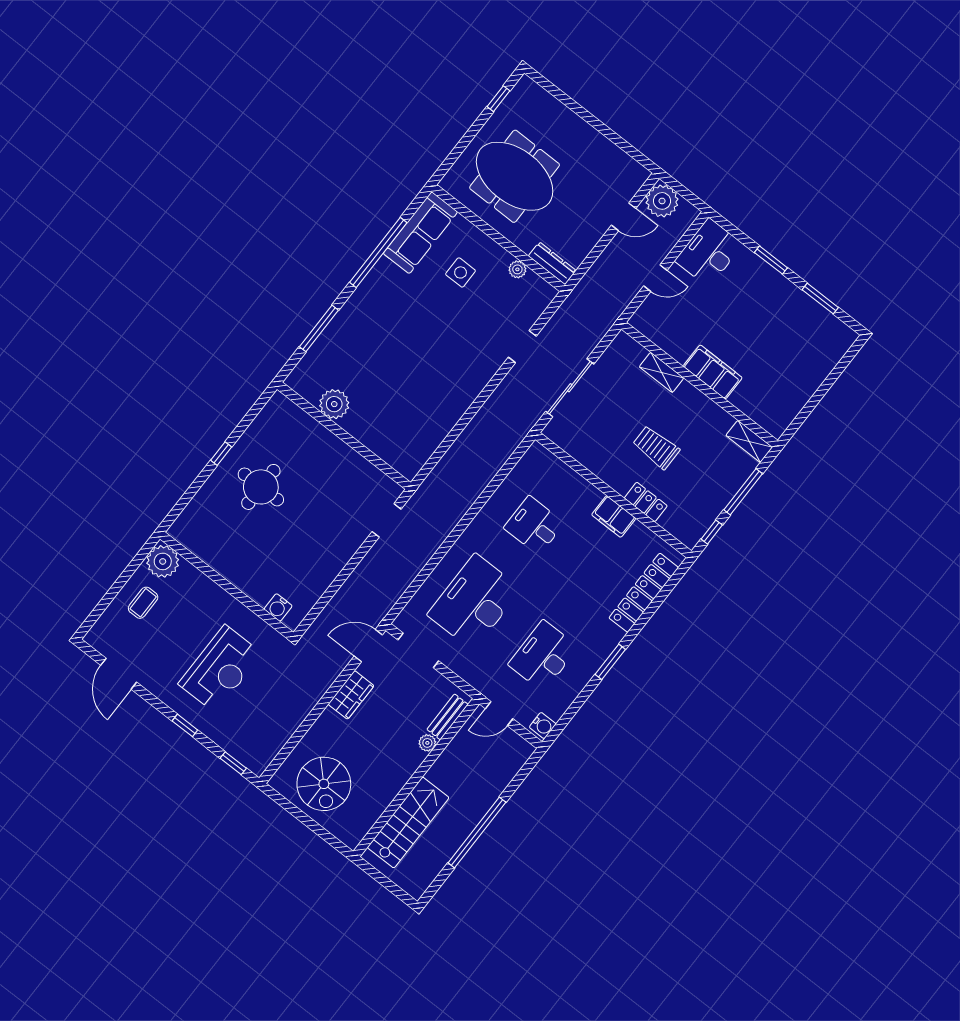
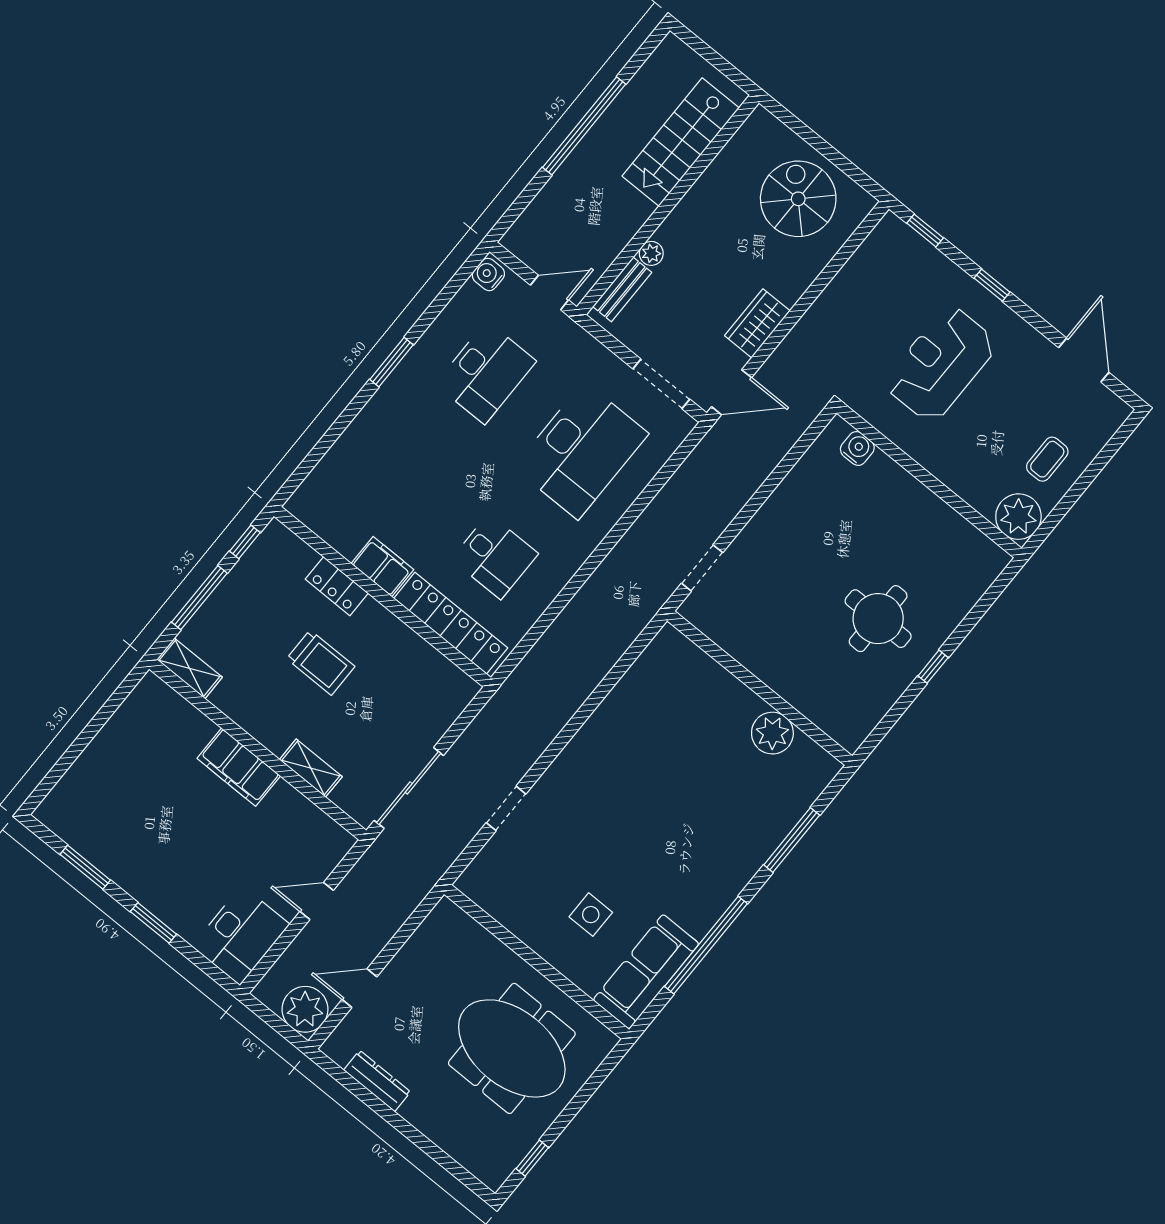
dresser: (552, 263) -> (377, 1081), moved, turned 180
plant: (517, 269) -> (511, 917), removed
sliding door: (570, 388) -> (409, 788), moved
locker: (644, 593) -> (451, 623), moved, turned -90

